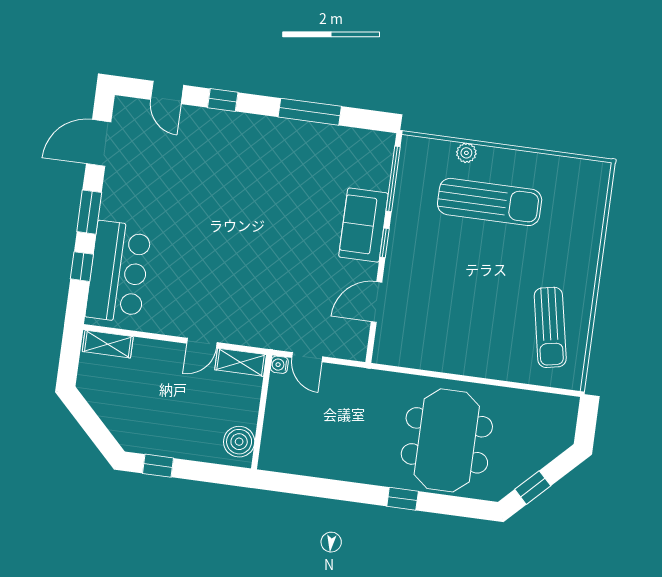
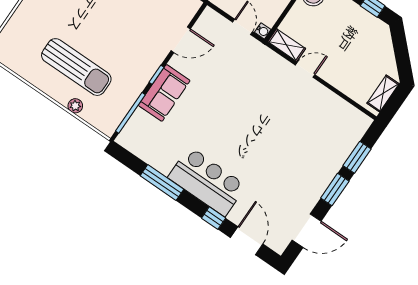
door: (167, 92) -> (247, 241), width x1.38
sun lounger: (490, 202) -> (76, 67), turned 180
window: (82, 267) -> (357, 157), width x1.50
bar counter: (118, 272) -> (207, 181), moved, turned 90
shelving: (108, 344) -> (383, 94), moved, turned 90

